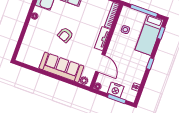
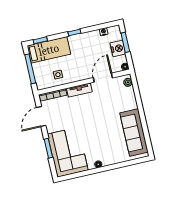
armchair: (65, 35) -> (97, 126), removed
sofa: (61, 67) -> (134, 132), moved

